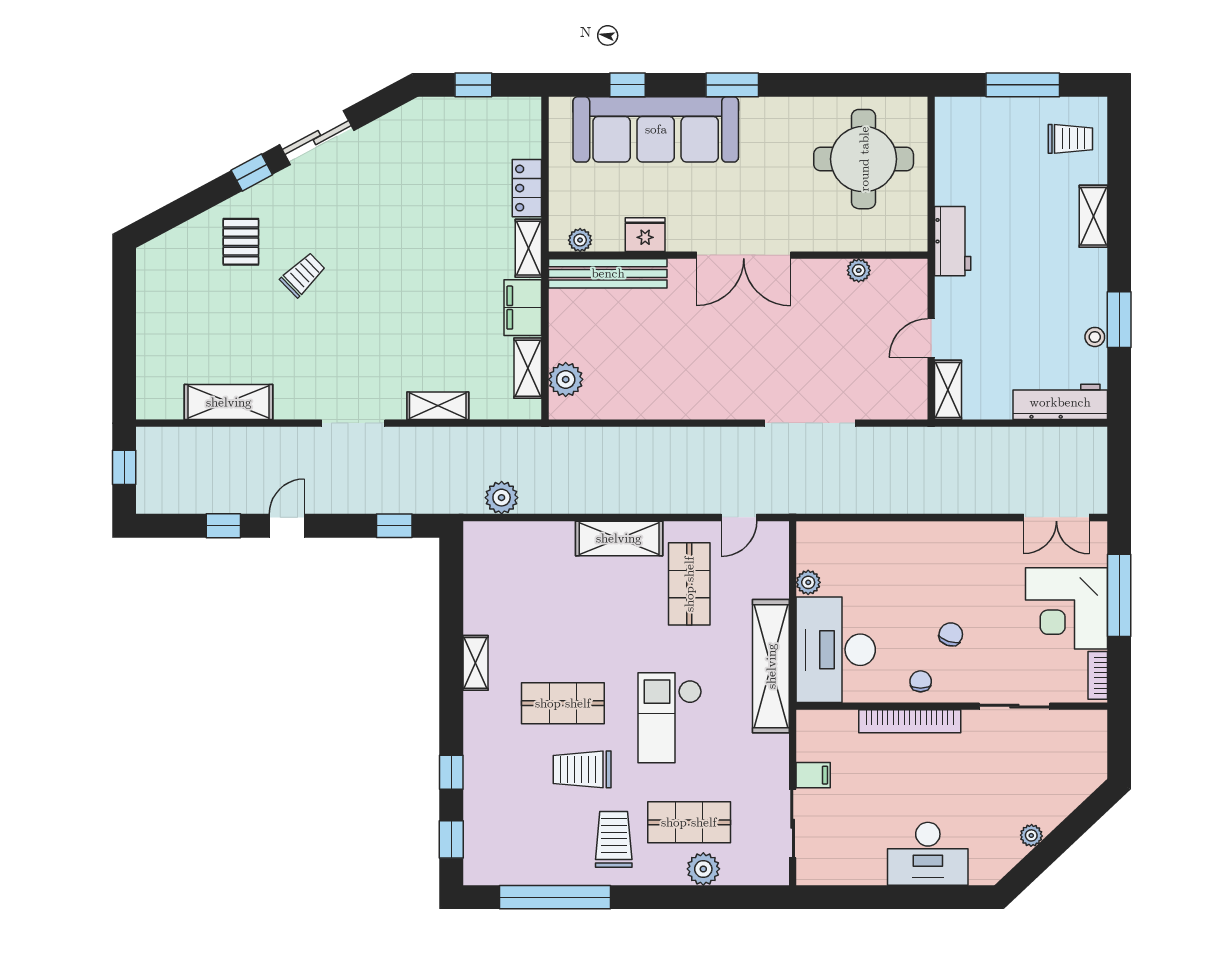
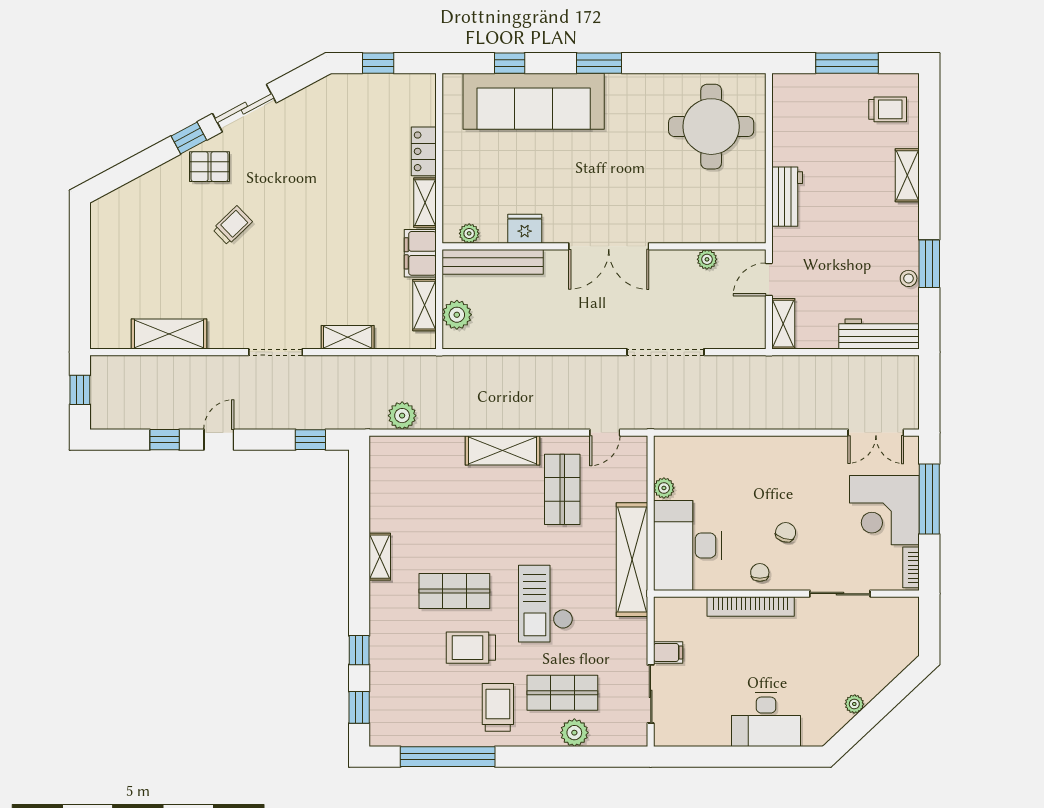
fridge: (645, 235) -> (525, 229), moved
plant: (580, 240) -> (469, 233), moved
pallet: (241, 242) -> (210, 167), moved, turned 90
wall: (738, 255) -> (604, 246), moved
double door: (744, 255) -> (609, 246), moved
plant: (859, 270) -> (707, 259), moved
bench: (608, 273) -> (493, 262), moved

